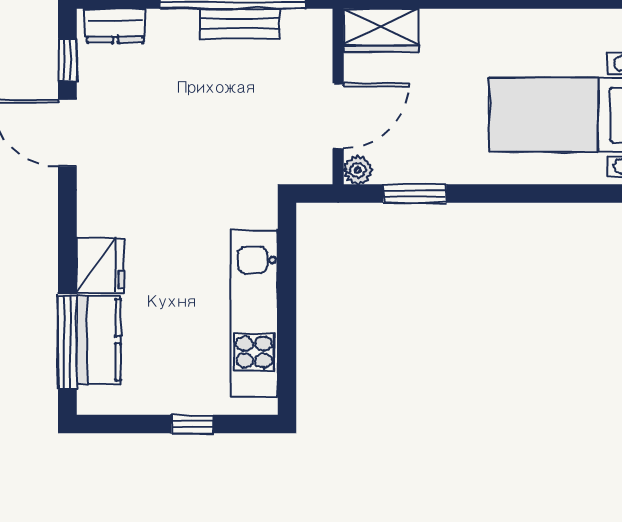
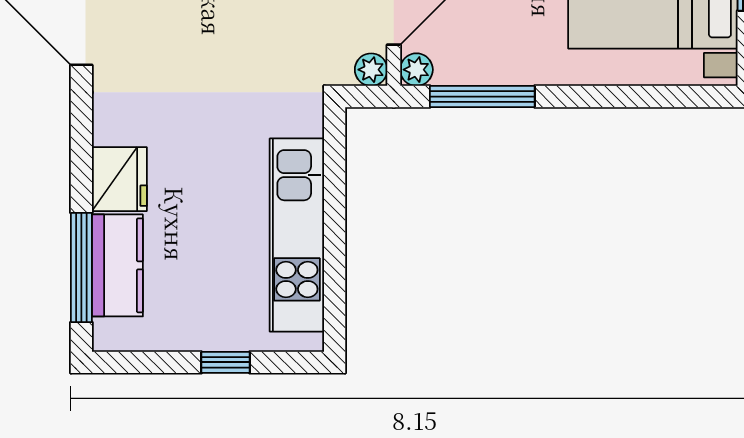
plant: (319, 170) -> (371, 70), added
window: (415, 193) -> (482, 97), width x1.44

